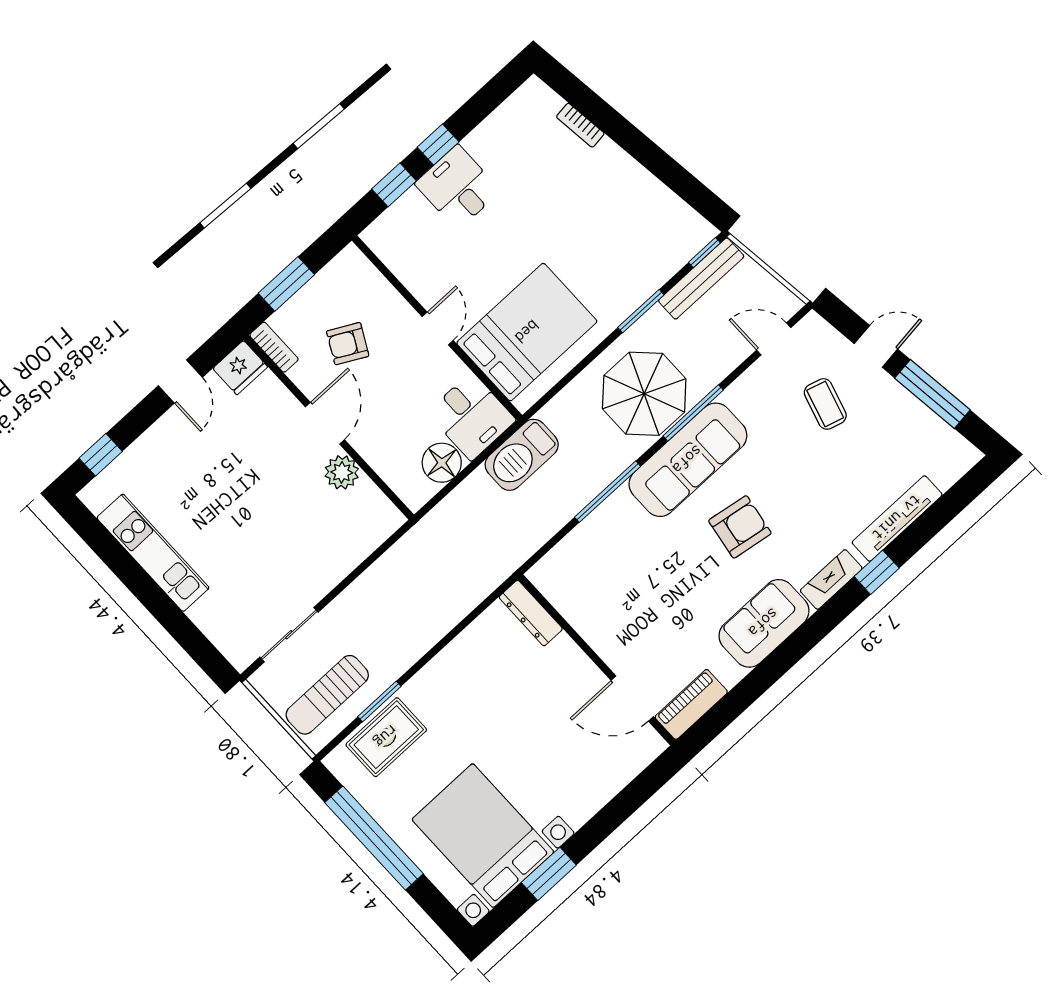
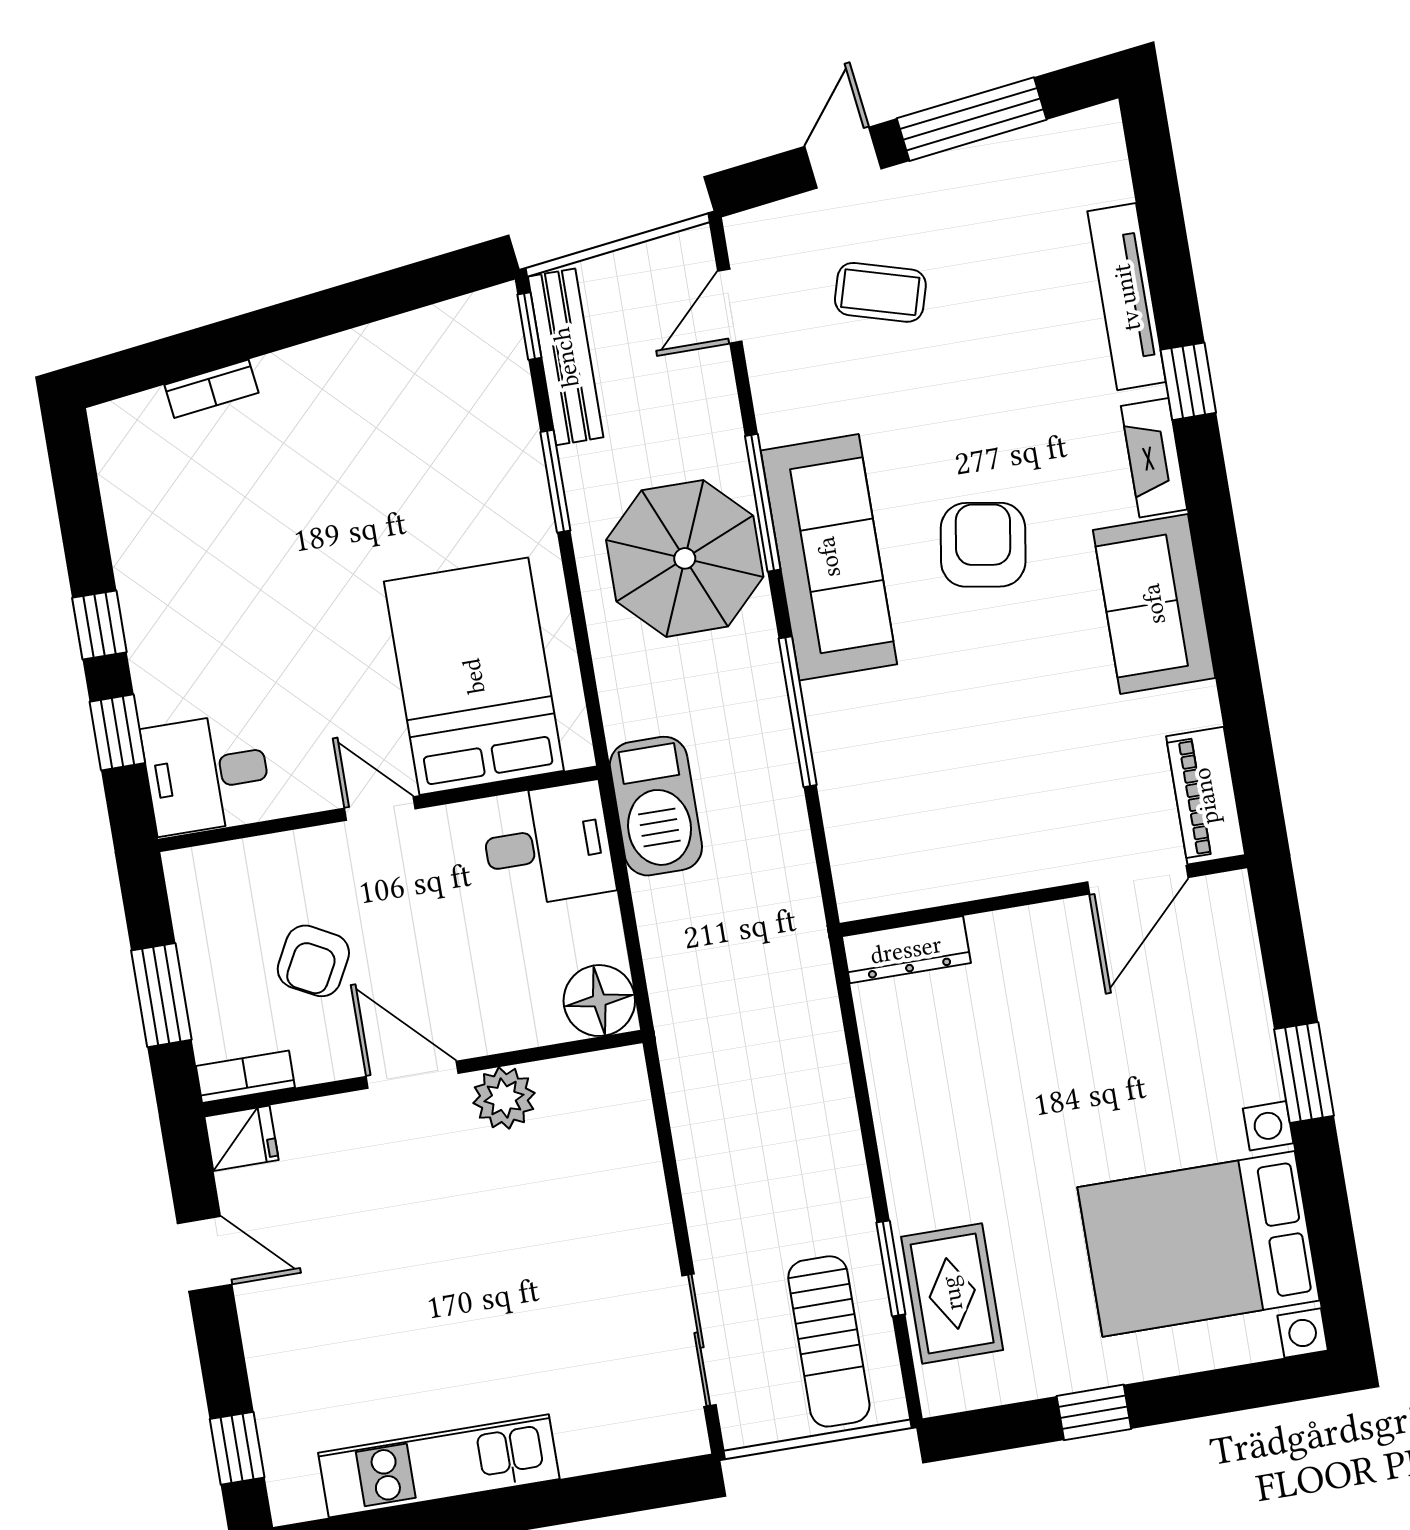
desk: (458, 187) -> (207, 773), moved
fridge: (240, 368) -> (241, 1138), width x0.72
floor lamp: (442, 463) -> (599, 1001), moved
window: (374, 838) -> (1094, 1412), width x0.32
window: (549, 874) -> (1304, 1073), moved

